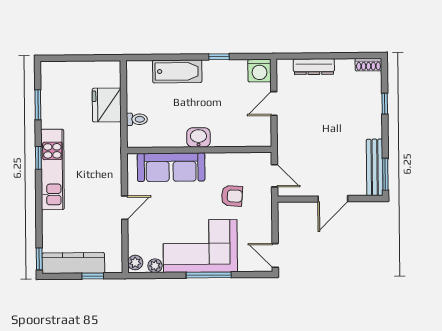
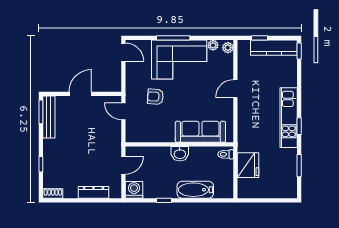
washbasin: (198, 137) -> (180, 154), moved
wall: (199, 150) -> (179, 144), moved
sofa: (171, 167) -> (200, 132), moved

